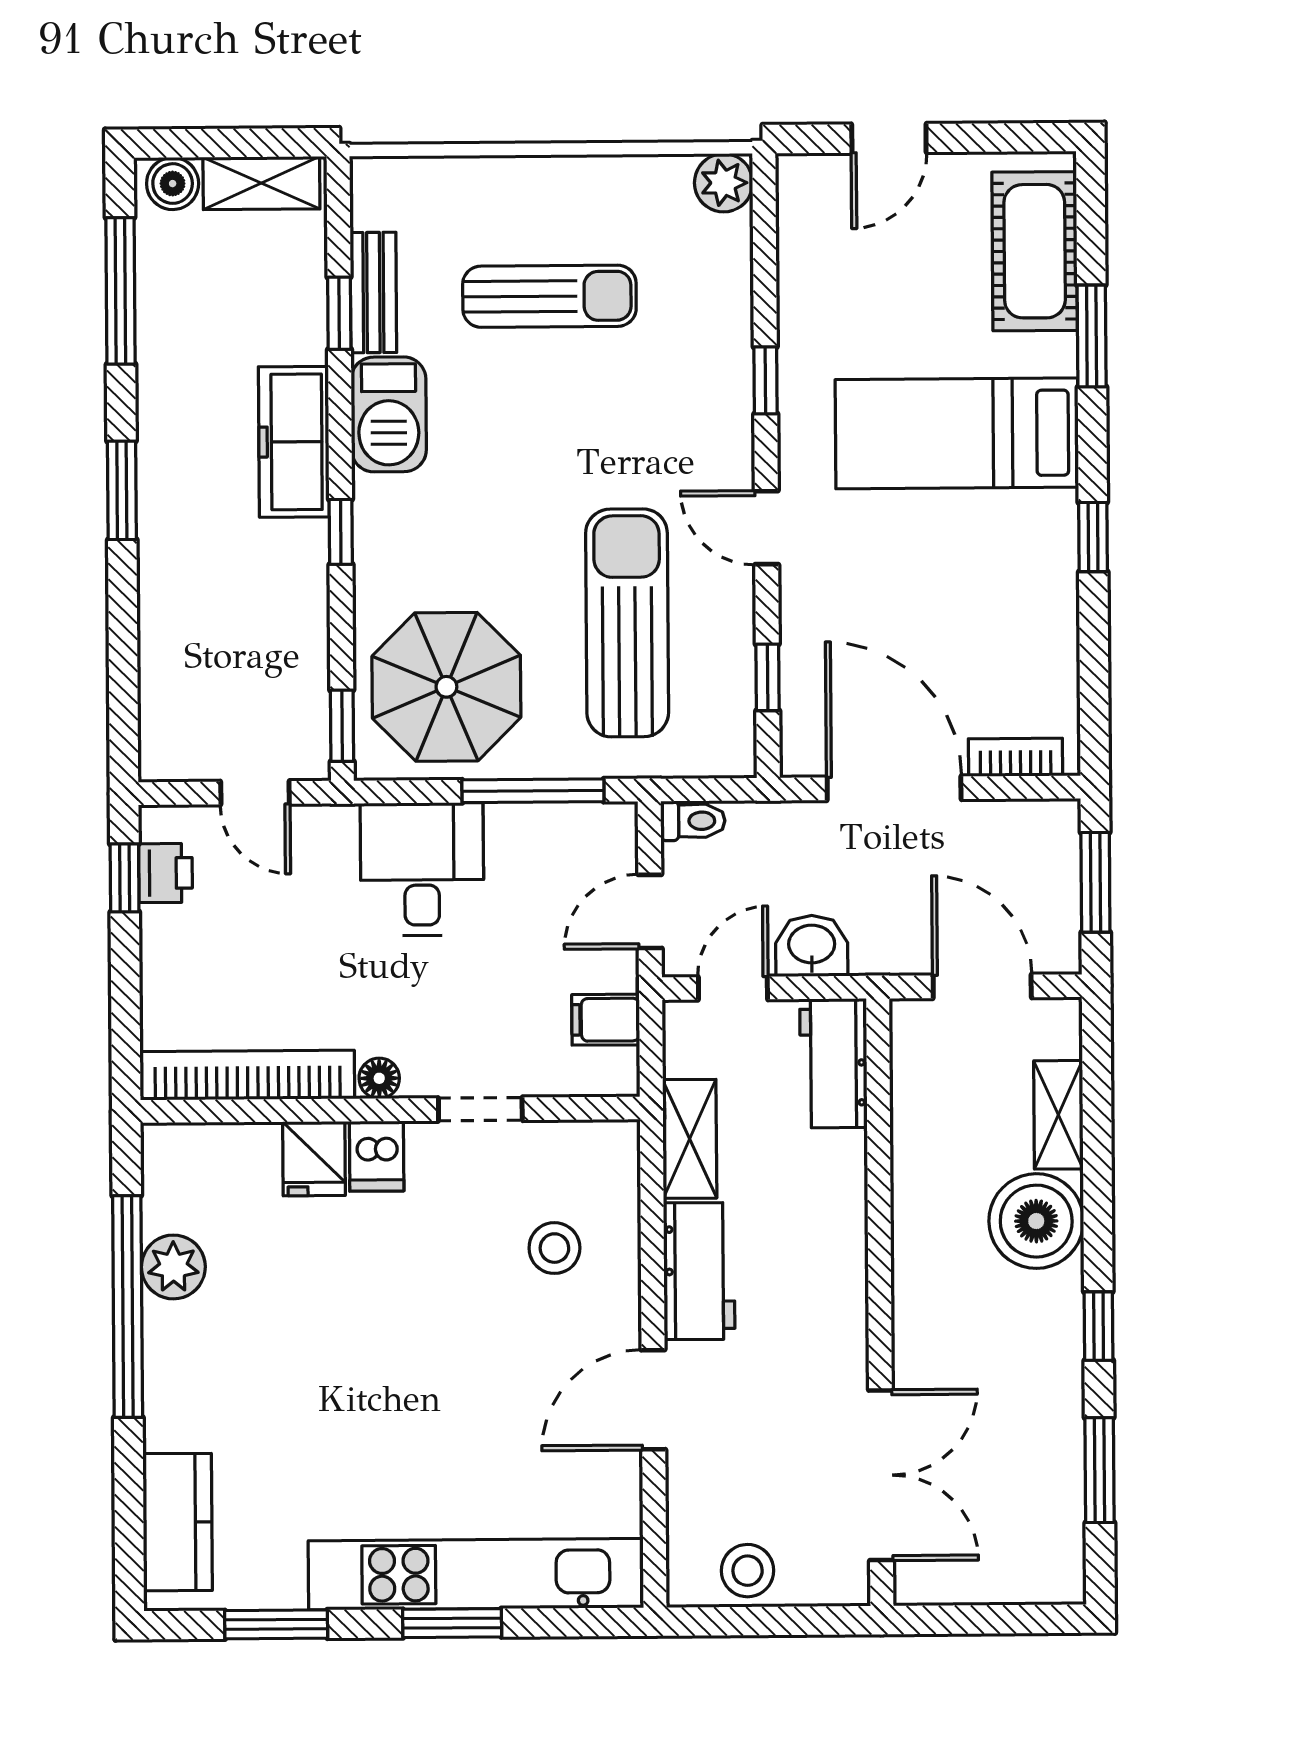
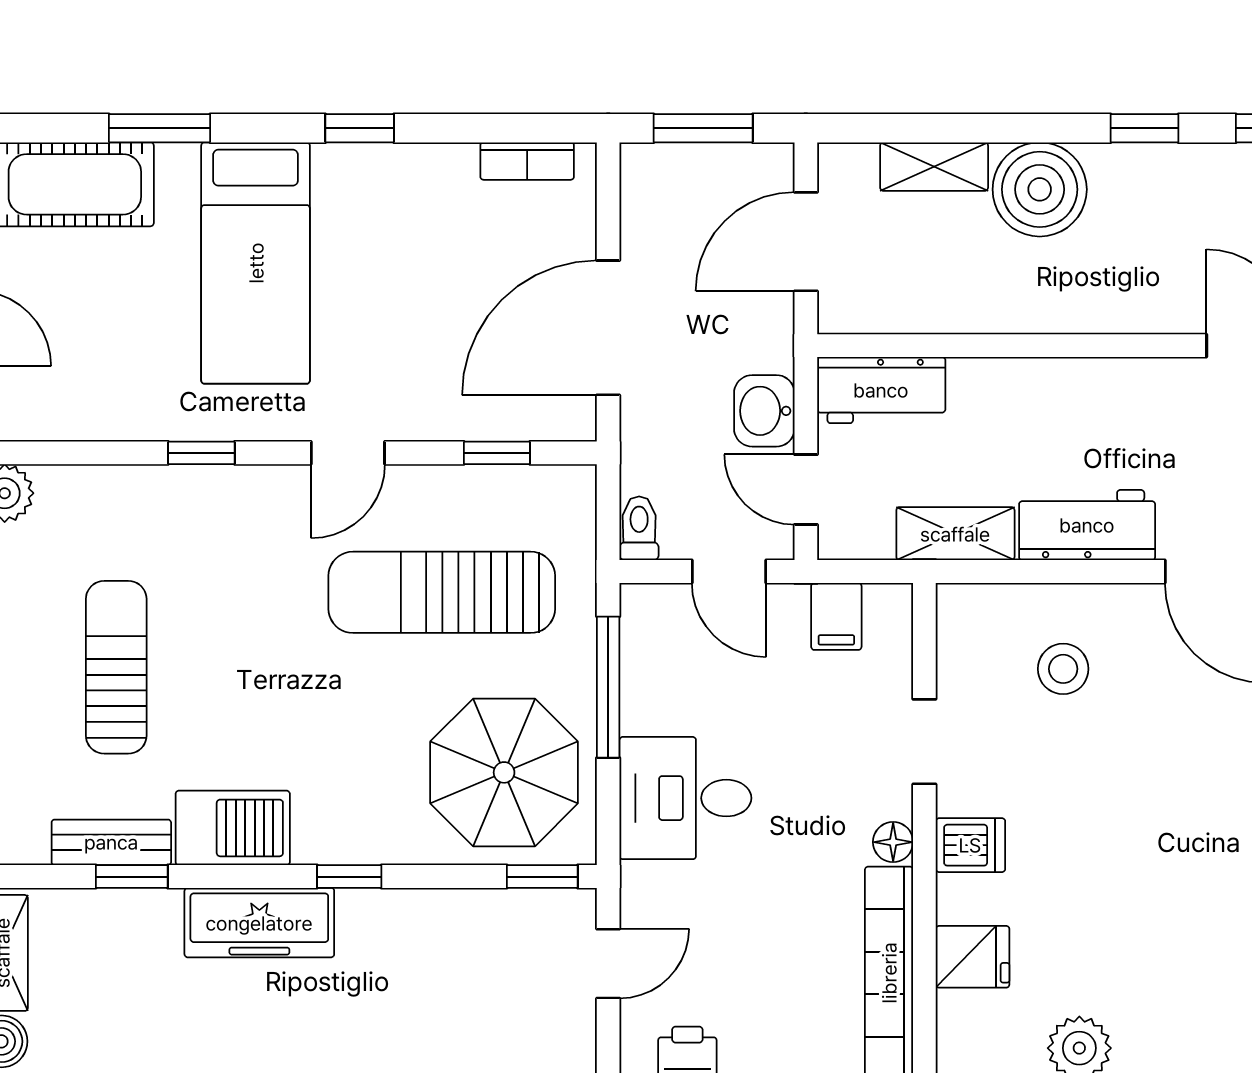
bookcase: (1016, 757) -> (527, 161), moved, turned -90
fridge: (314, 1159) -> (973, 957), moved

